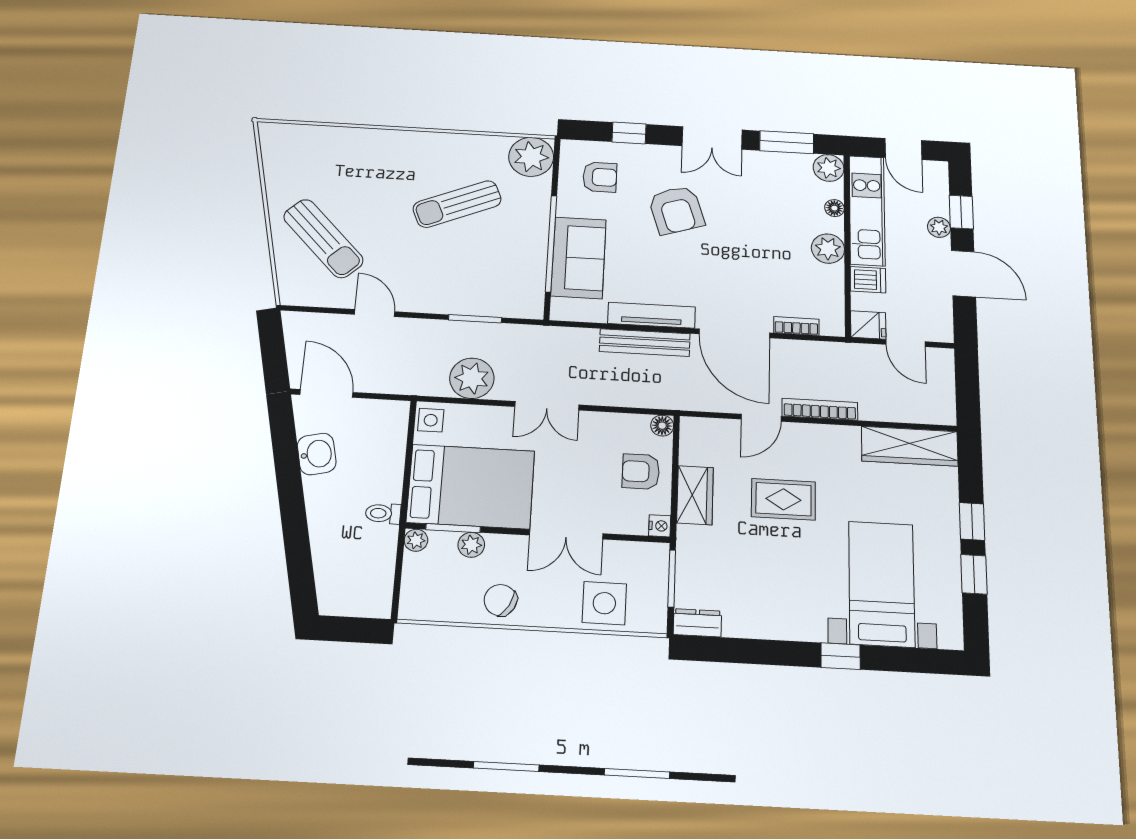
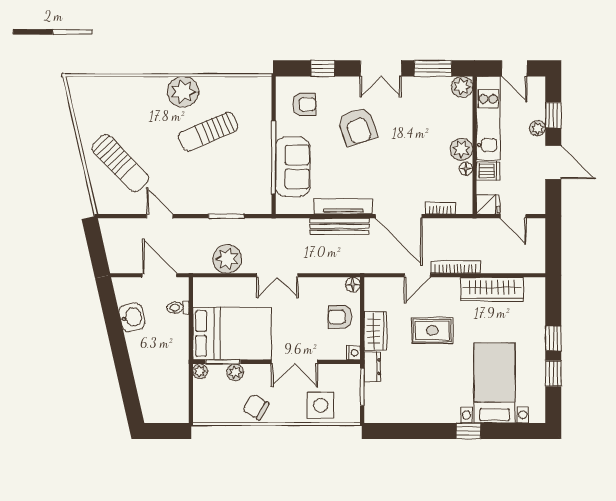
plant: (531, 157) -> (183, 92), moved
floor lamp: (834, 208) -> (466, 169), moved
door: (326, 393) -> (160, 275), moved
side table: (431, 420) -> (203, 290), removed
wardrobe: (910, 446) -> (492, 289), moved
toilet: (383, 513) -> (178, 308), moved
dresser: (697, 623) -> (373, 367), moved, turned 90

